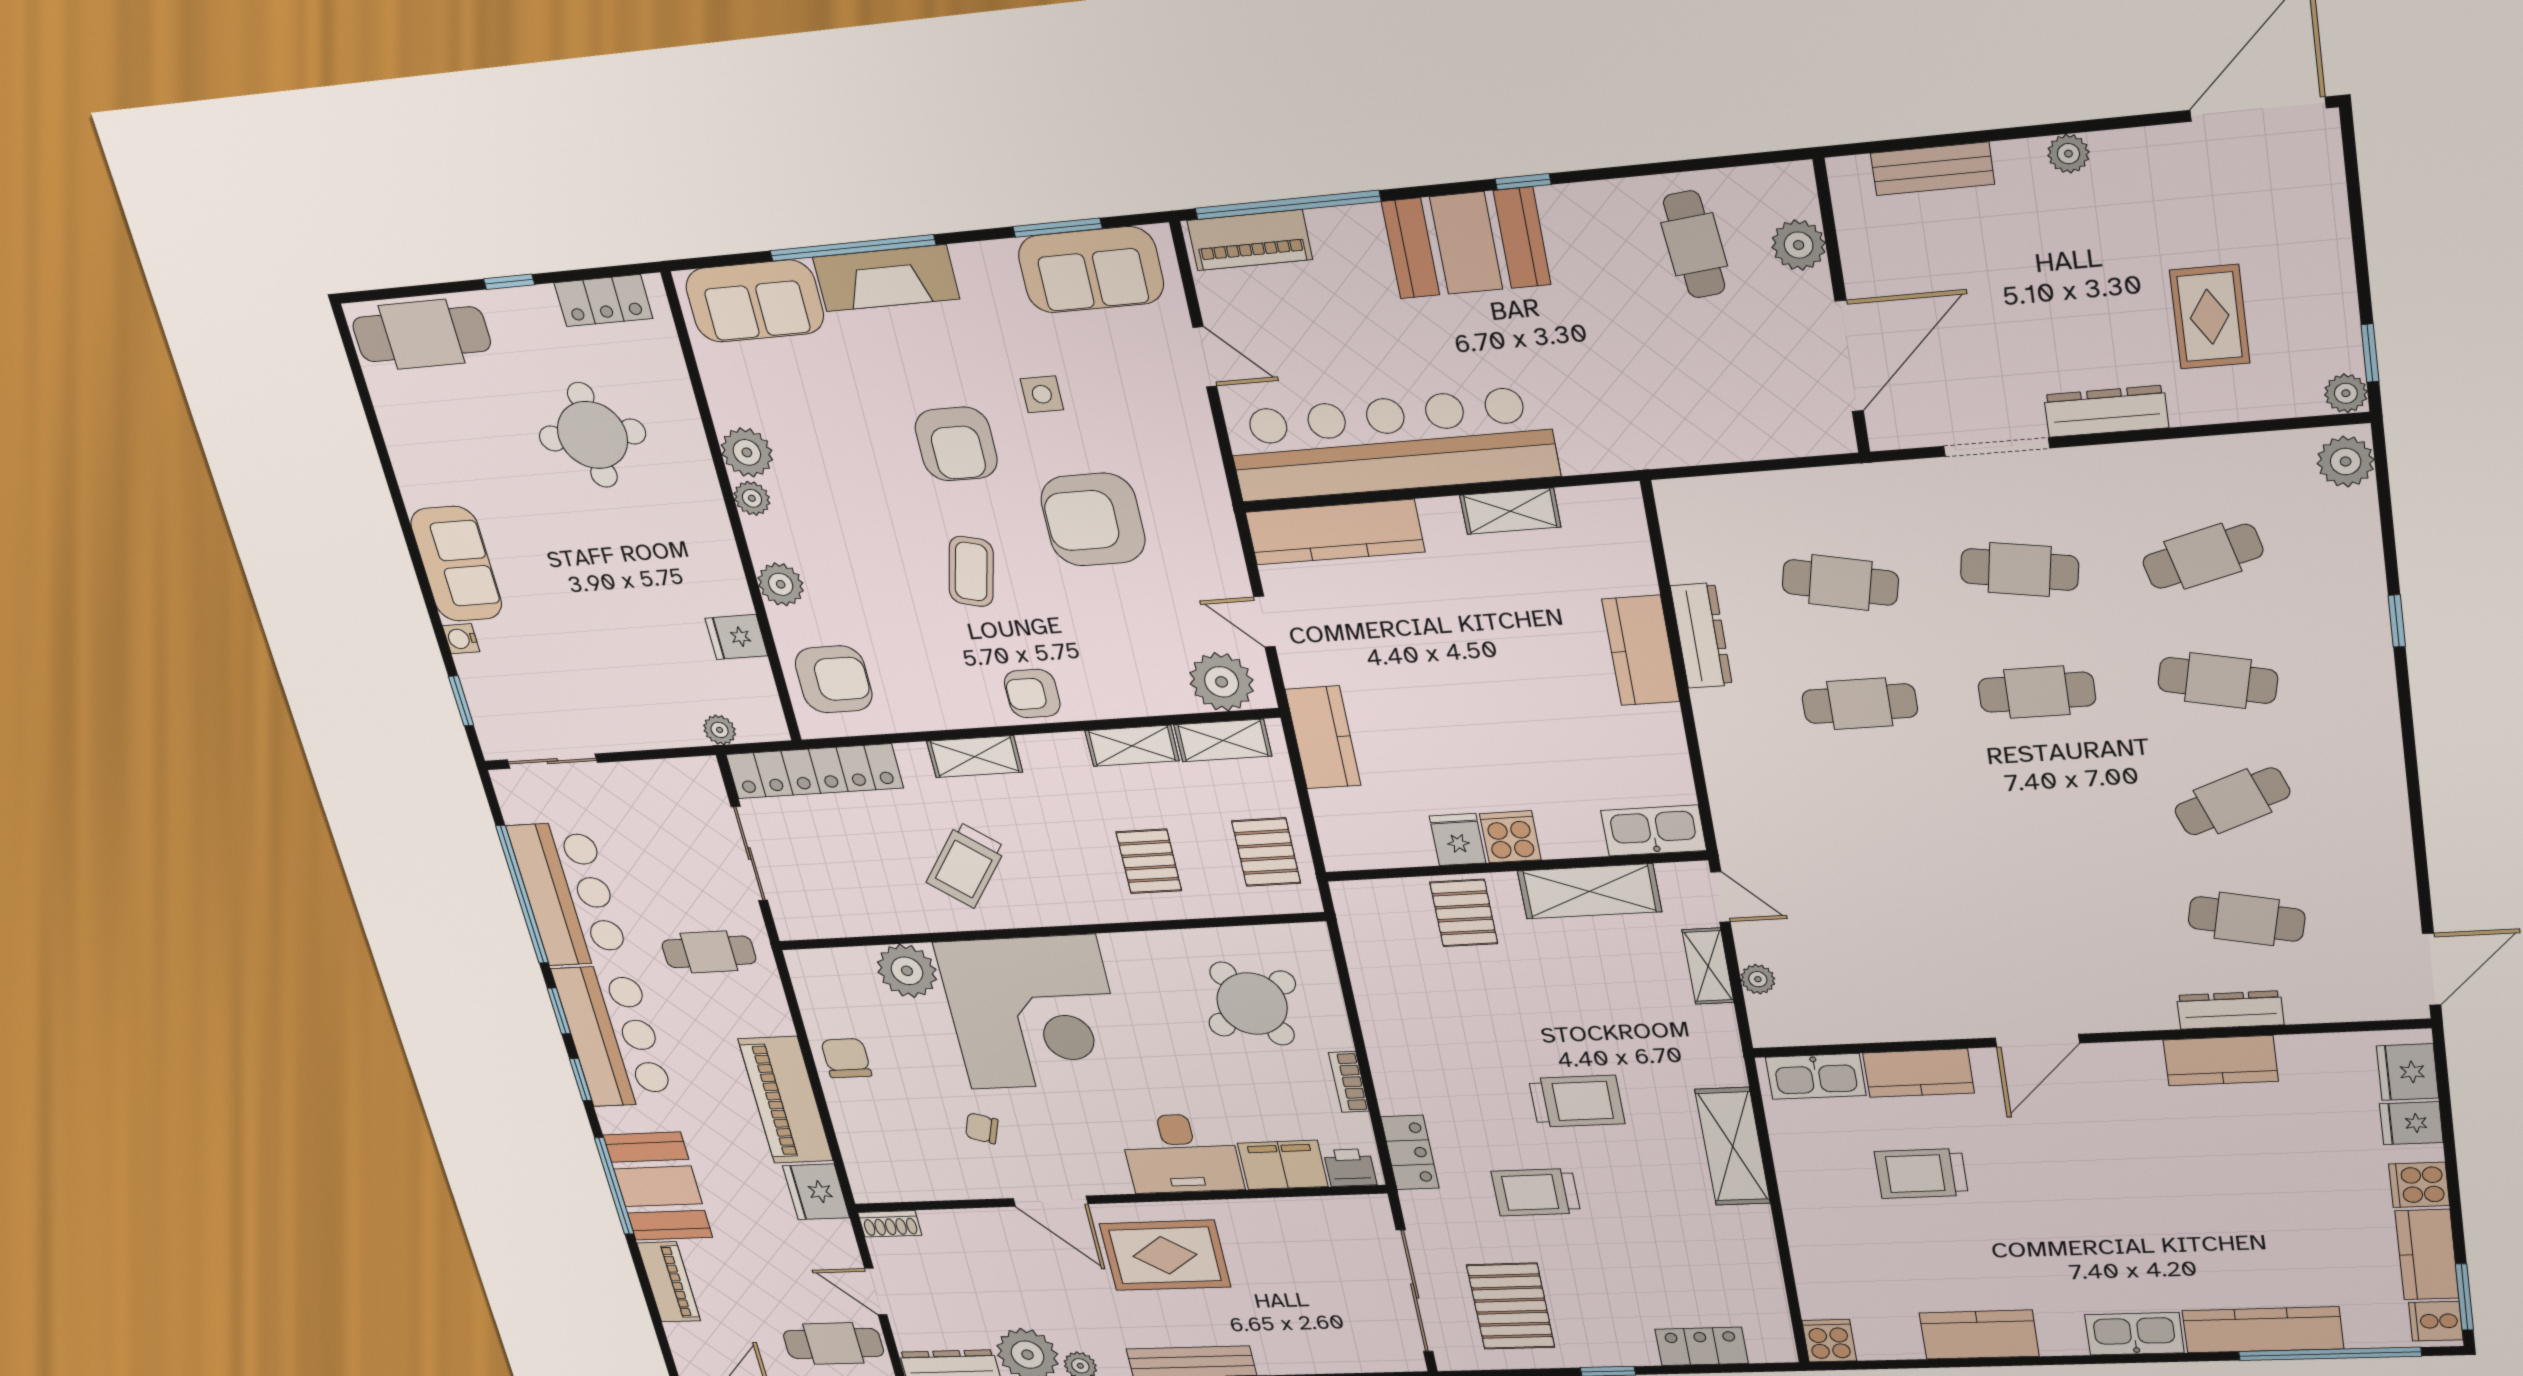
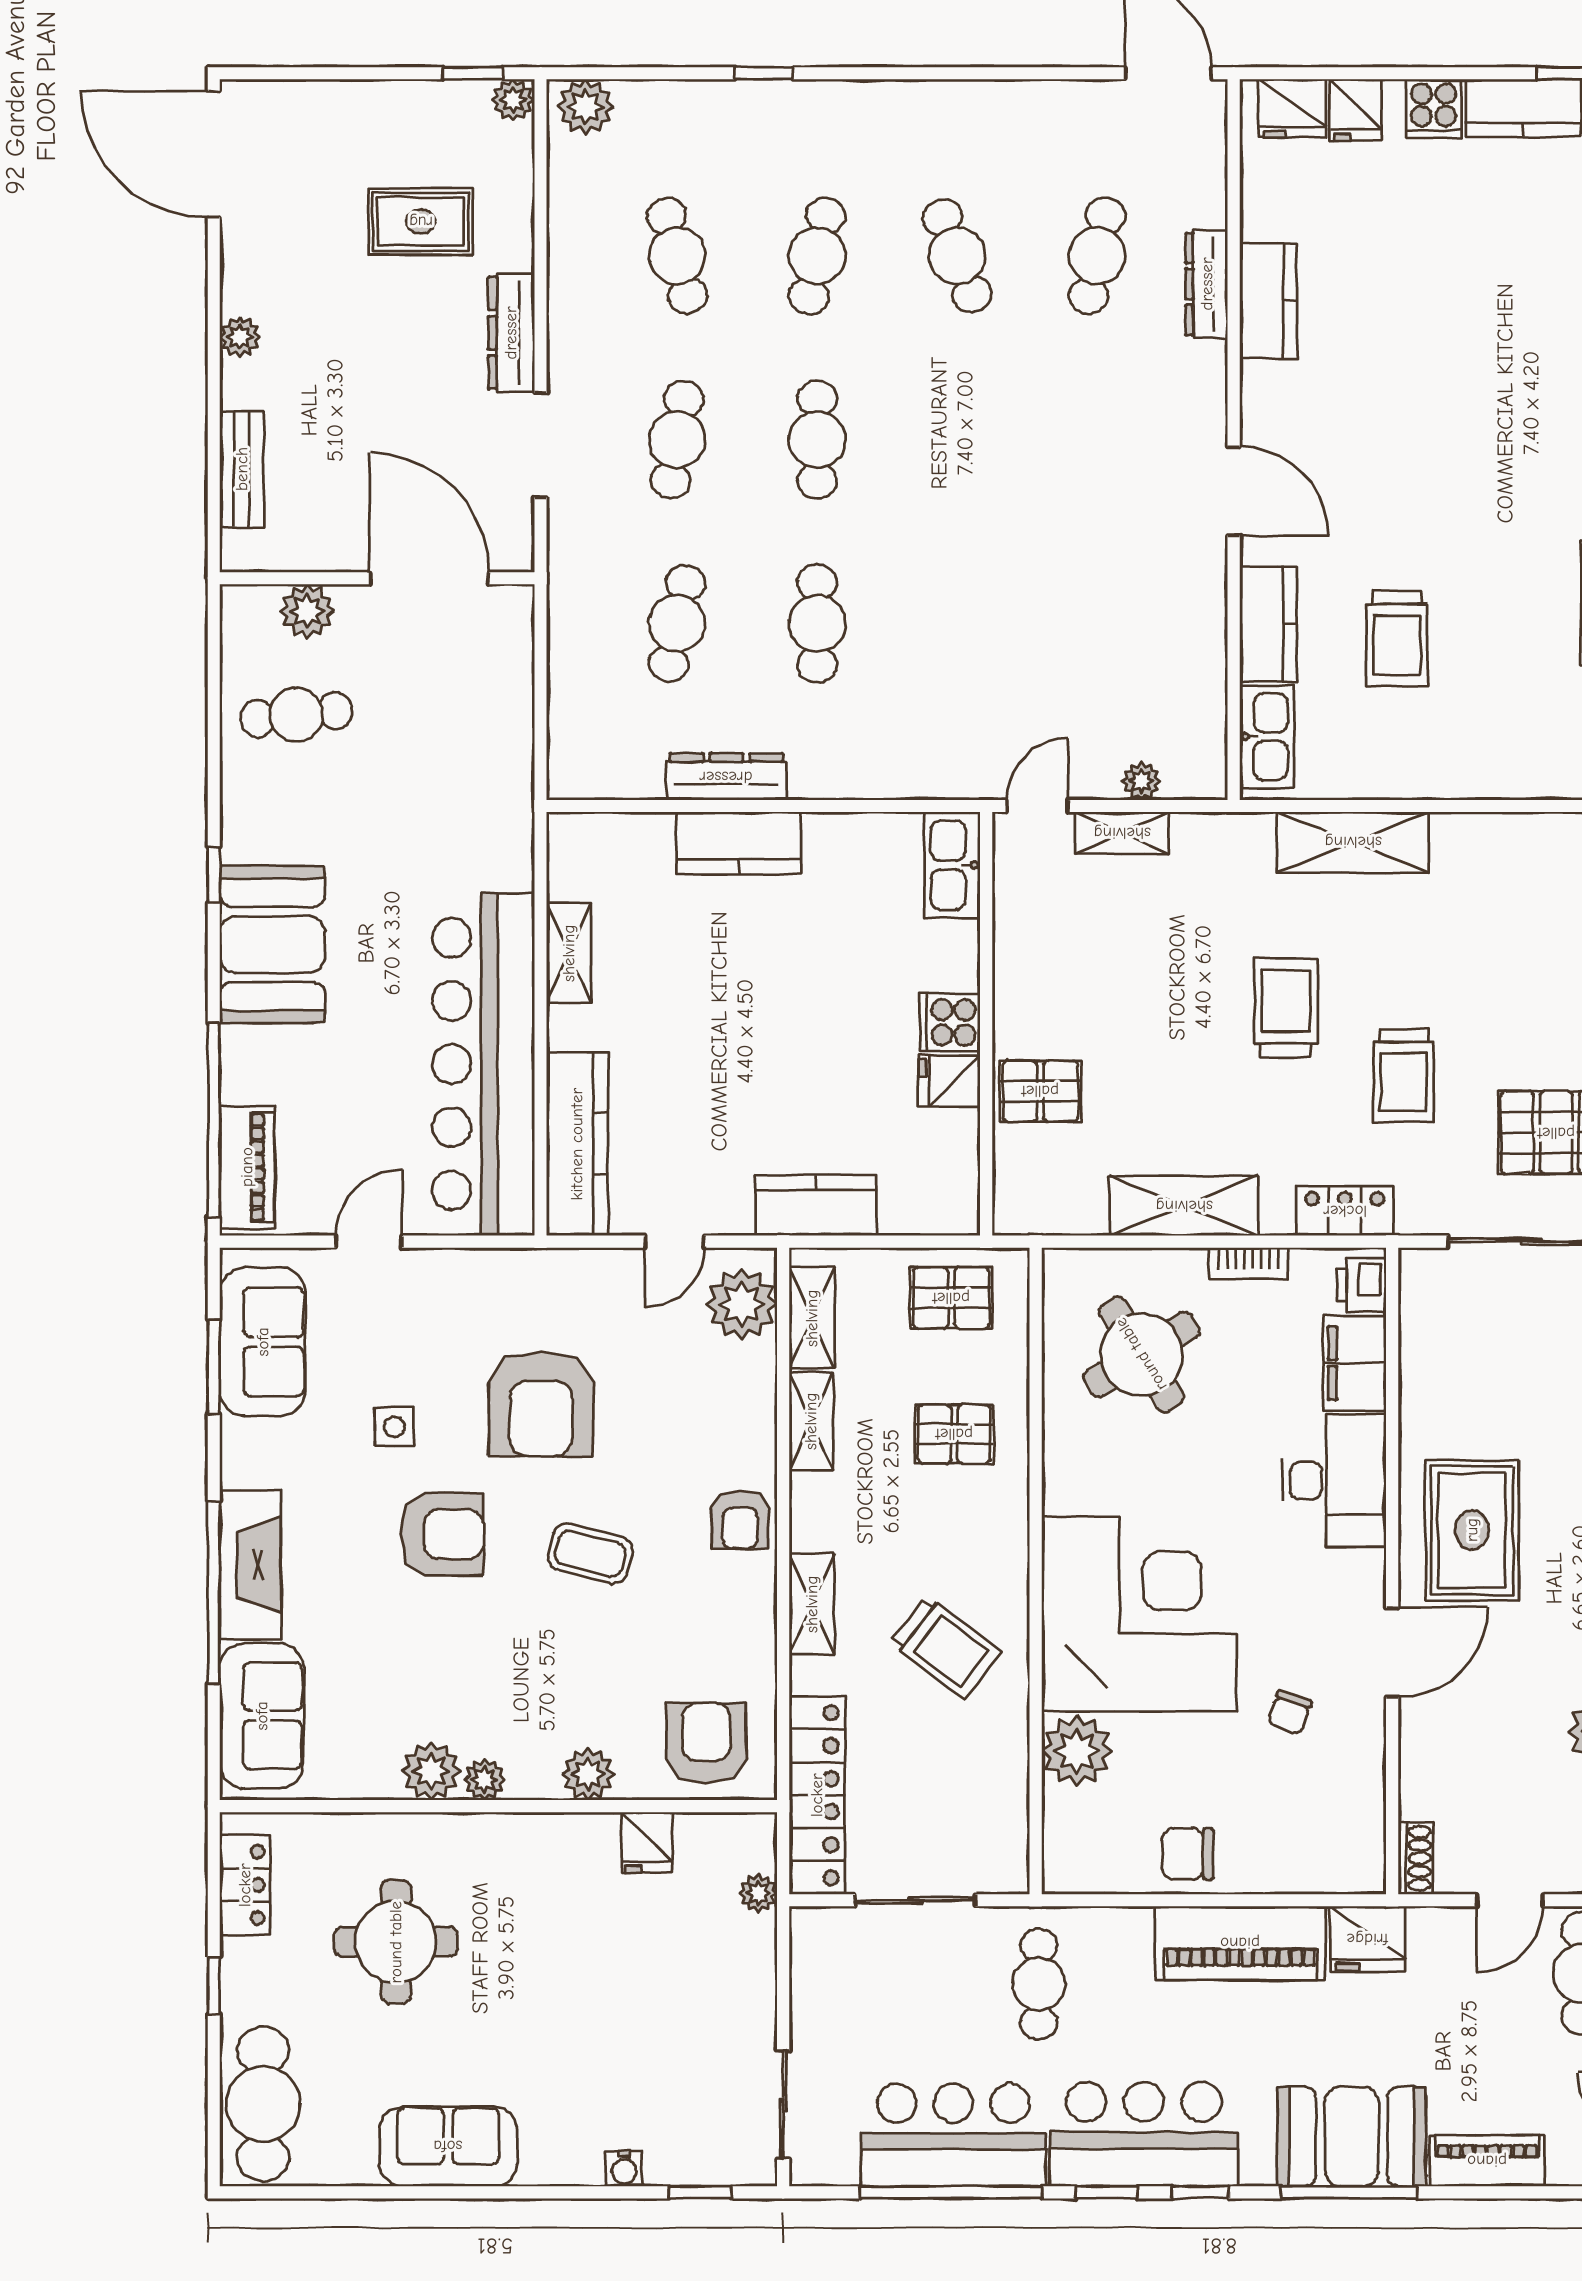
sofa: (456, 564) -> (448, 2146), moved
shelving: (1590, 891) -> (1184, 1206), moved, turned 90

